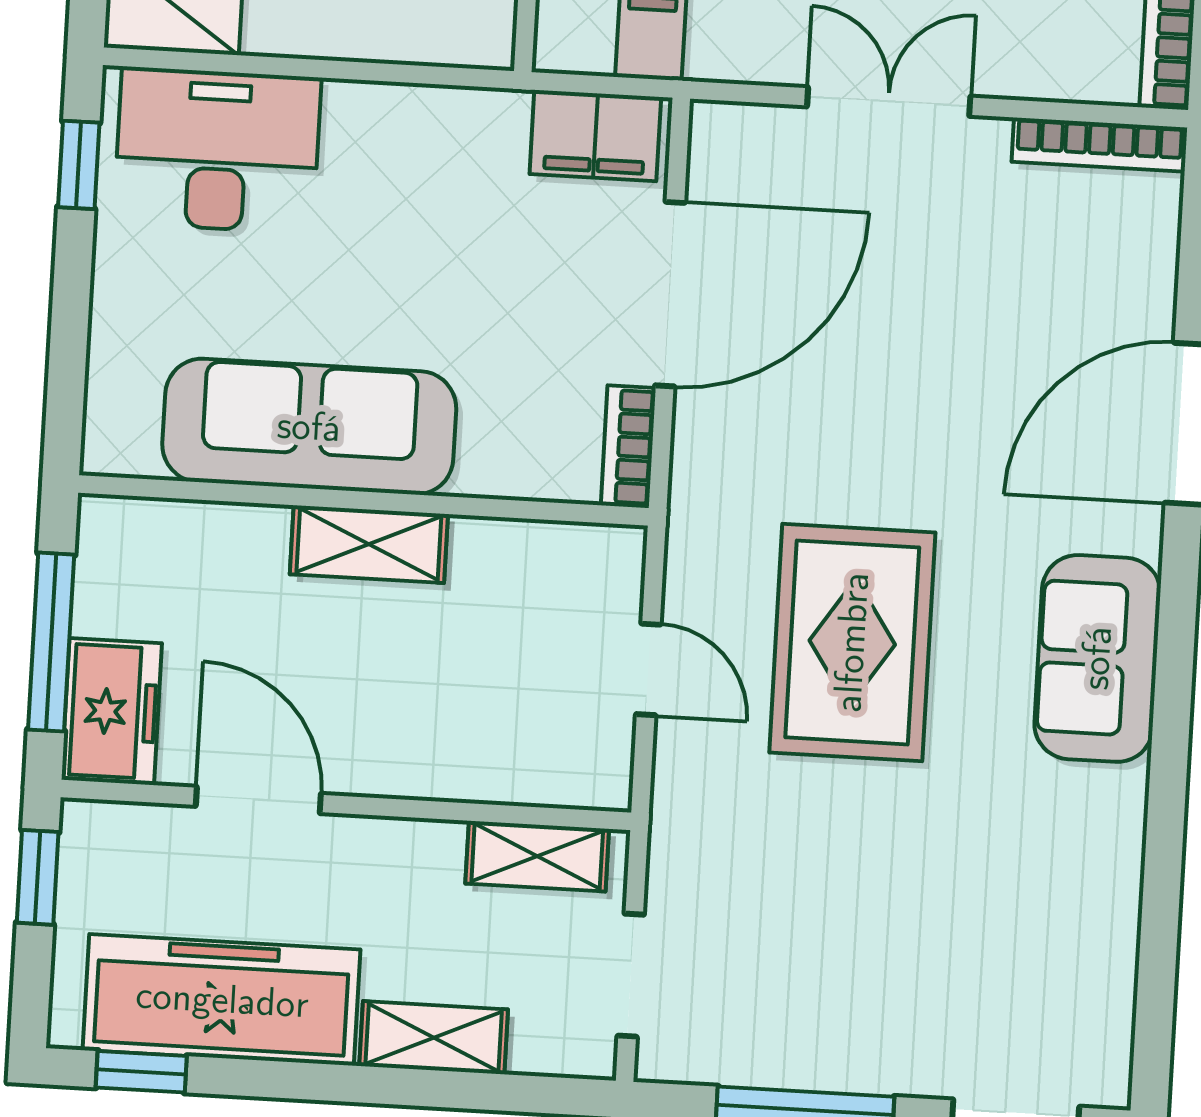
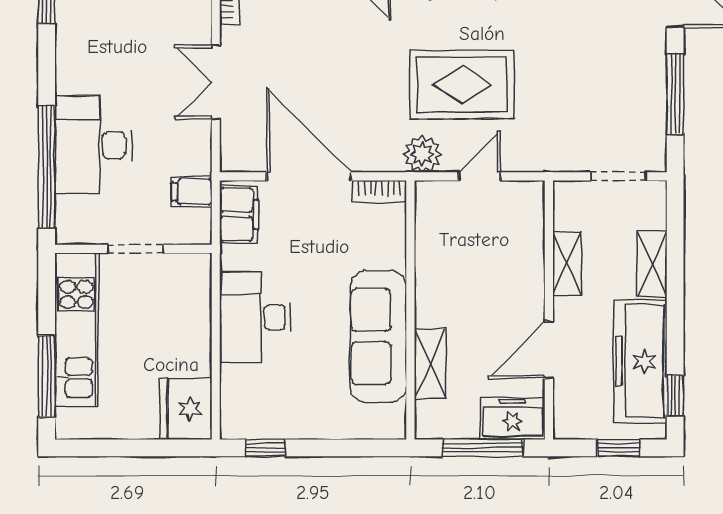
desk: (217, 150) -> (255, 317), moved
shelving: (369, 544) -> (430, 364), moved
plant: (705, 547) -> (422, 154), added
shelving: (537, 856) -> (567, 263), moved
window: (38, 877) -> (618, 448), moved

